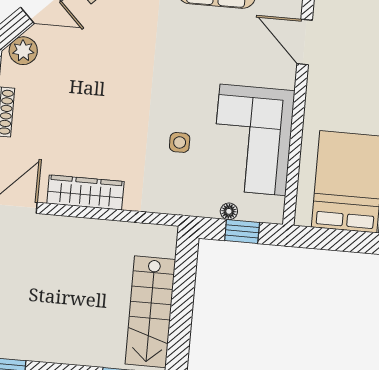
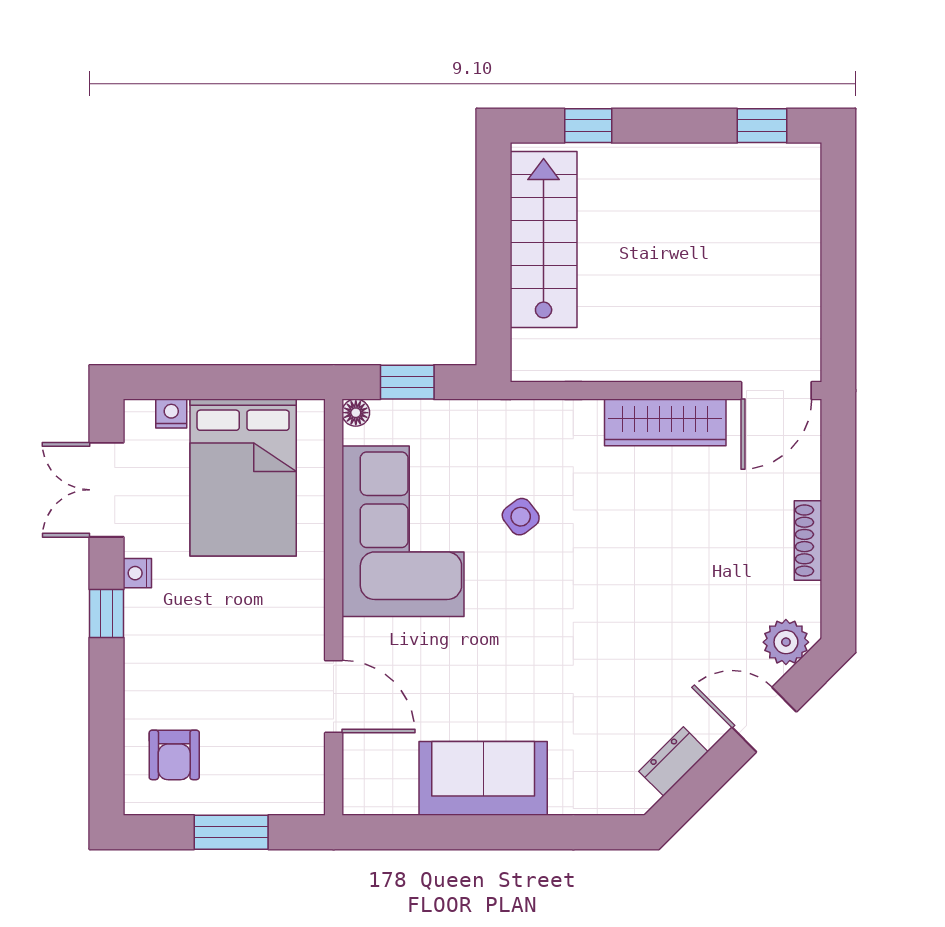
side table: (180, 142) -> (521, 517), turned -37
floor lamp: (229, 211) -> (356, 413), moved

